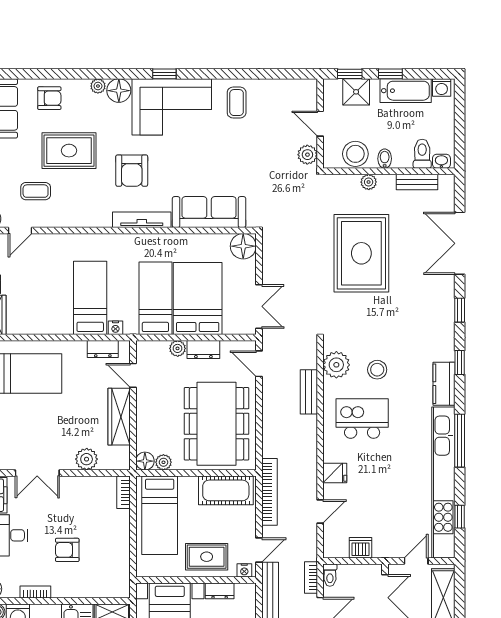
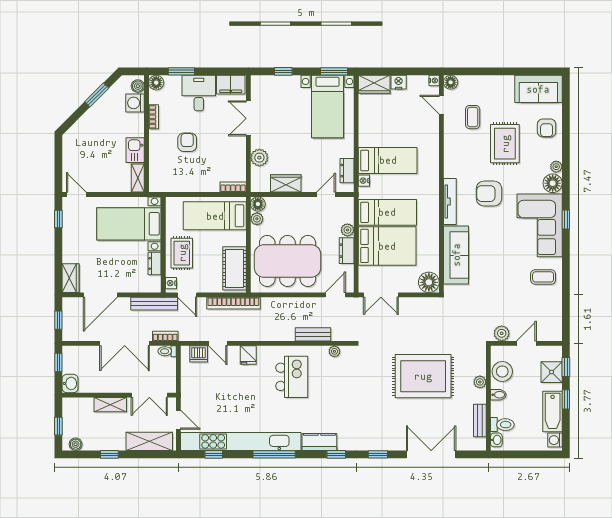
plant: (336, 365) -> (334, 351), width x0.53, depth x0.53
stool: (377, 370) -> (331, 389), removed
wardrobe: (119, 417) -> (286, 183), width x0.67
dishwasher: (361, 548) -> (199, 354), moved, turned 90

